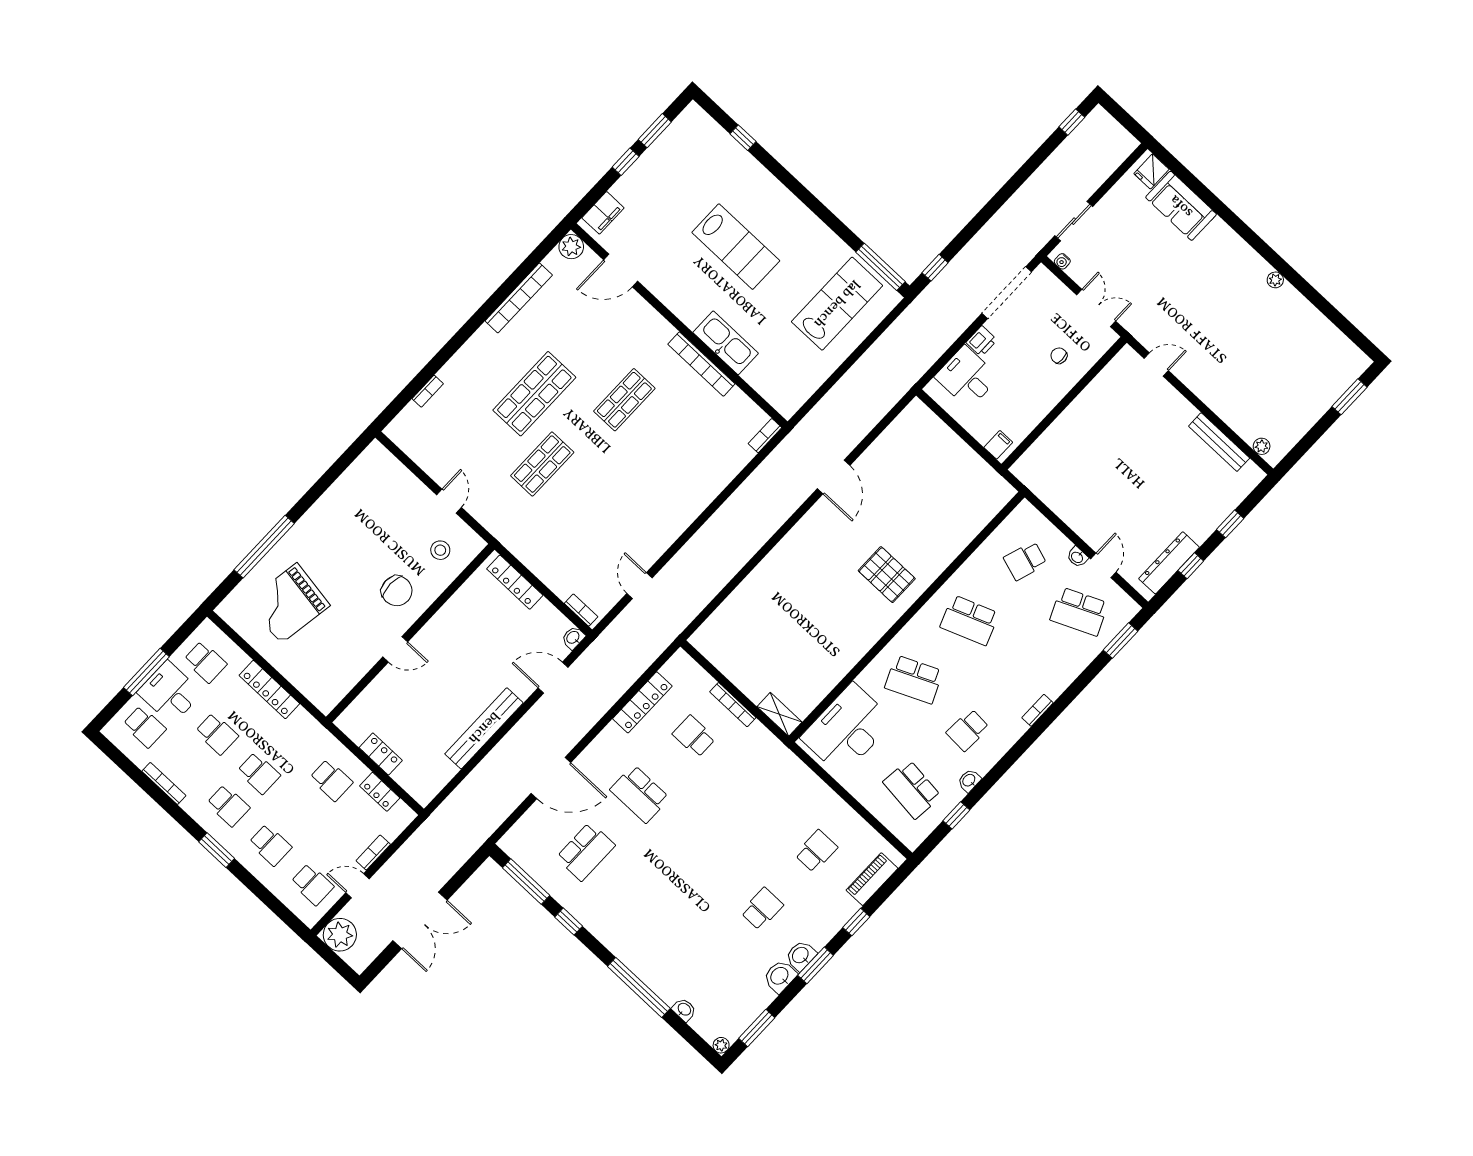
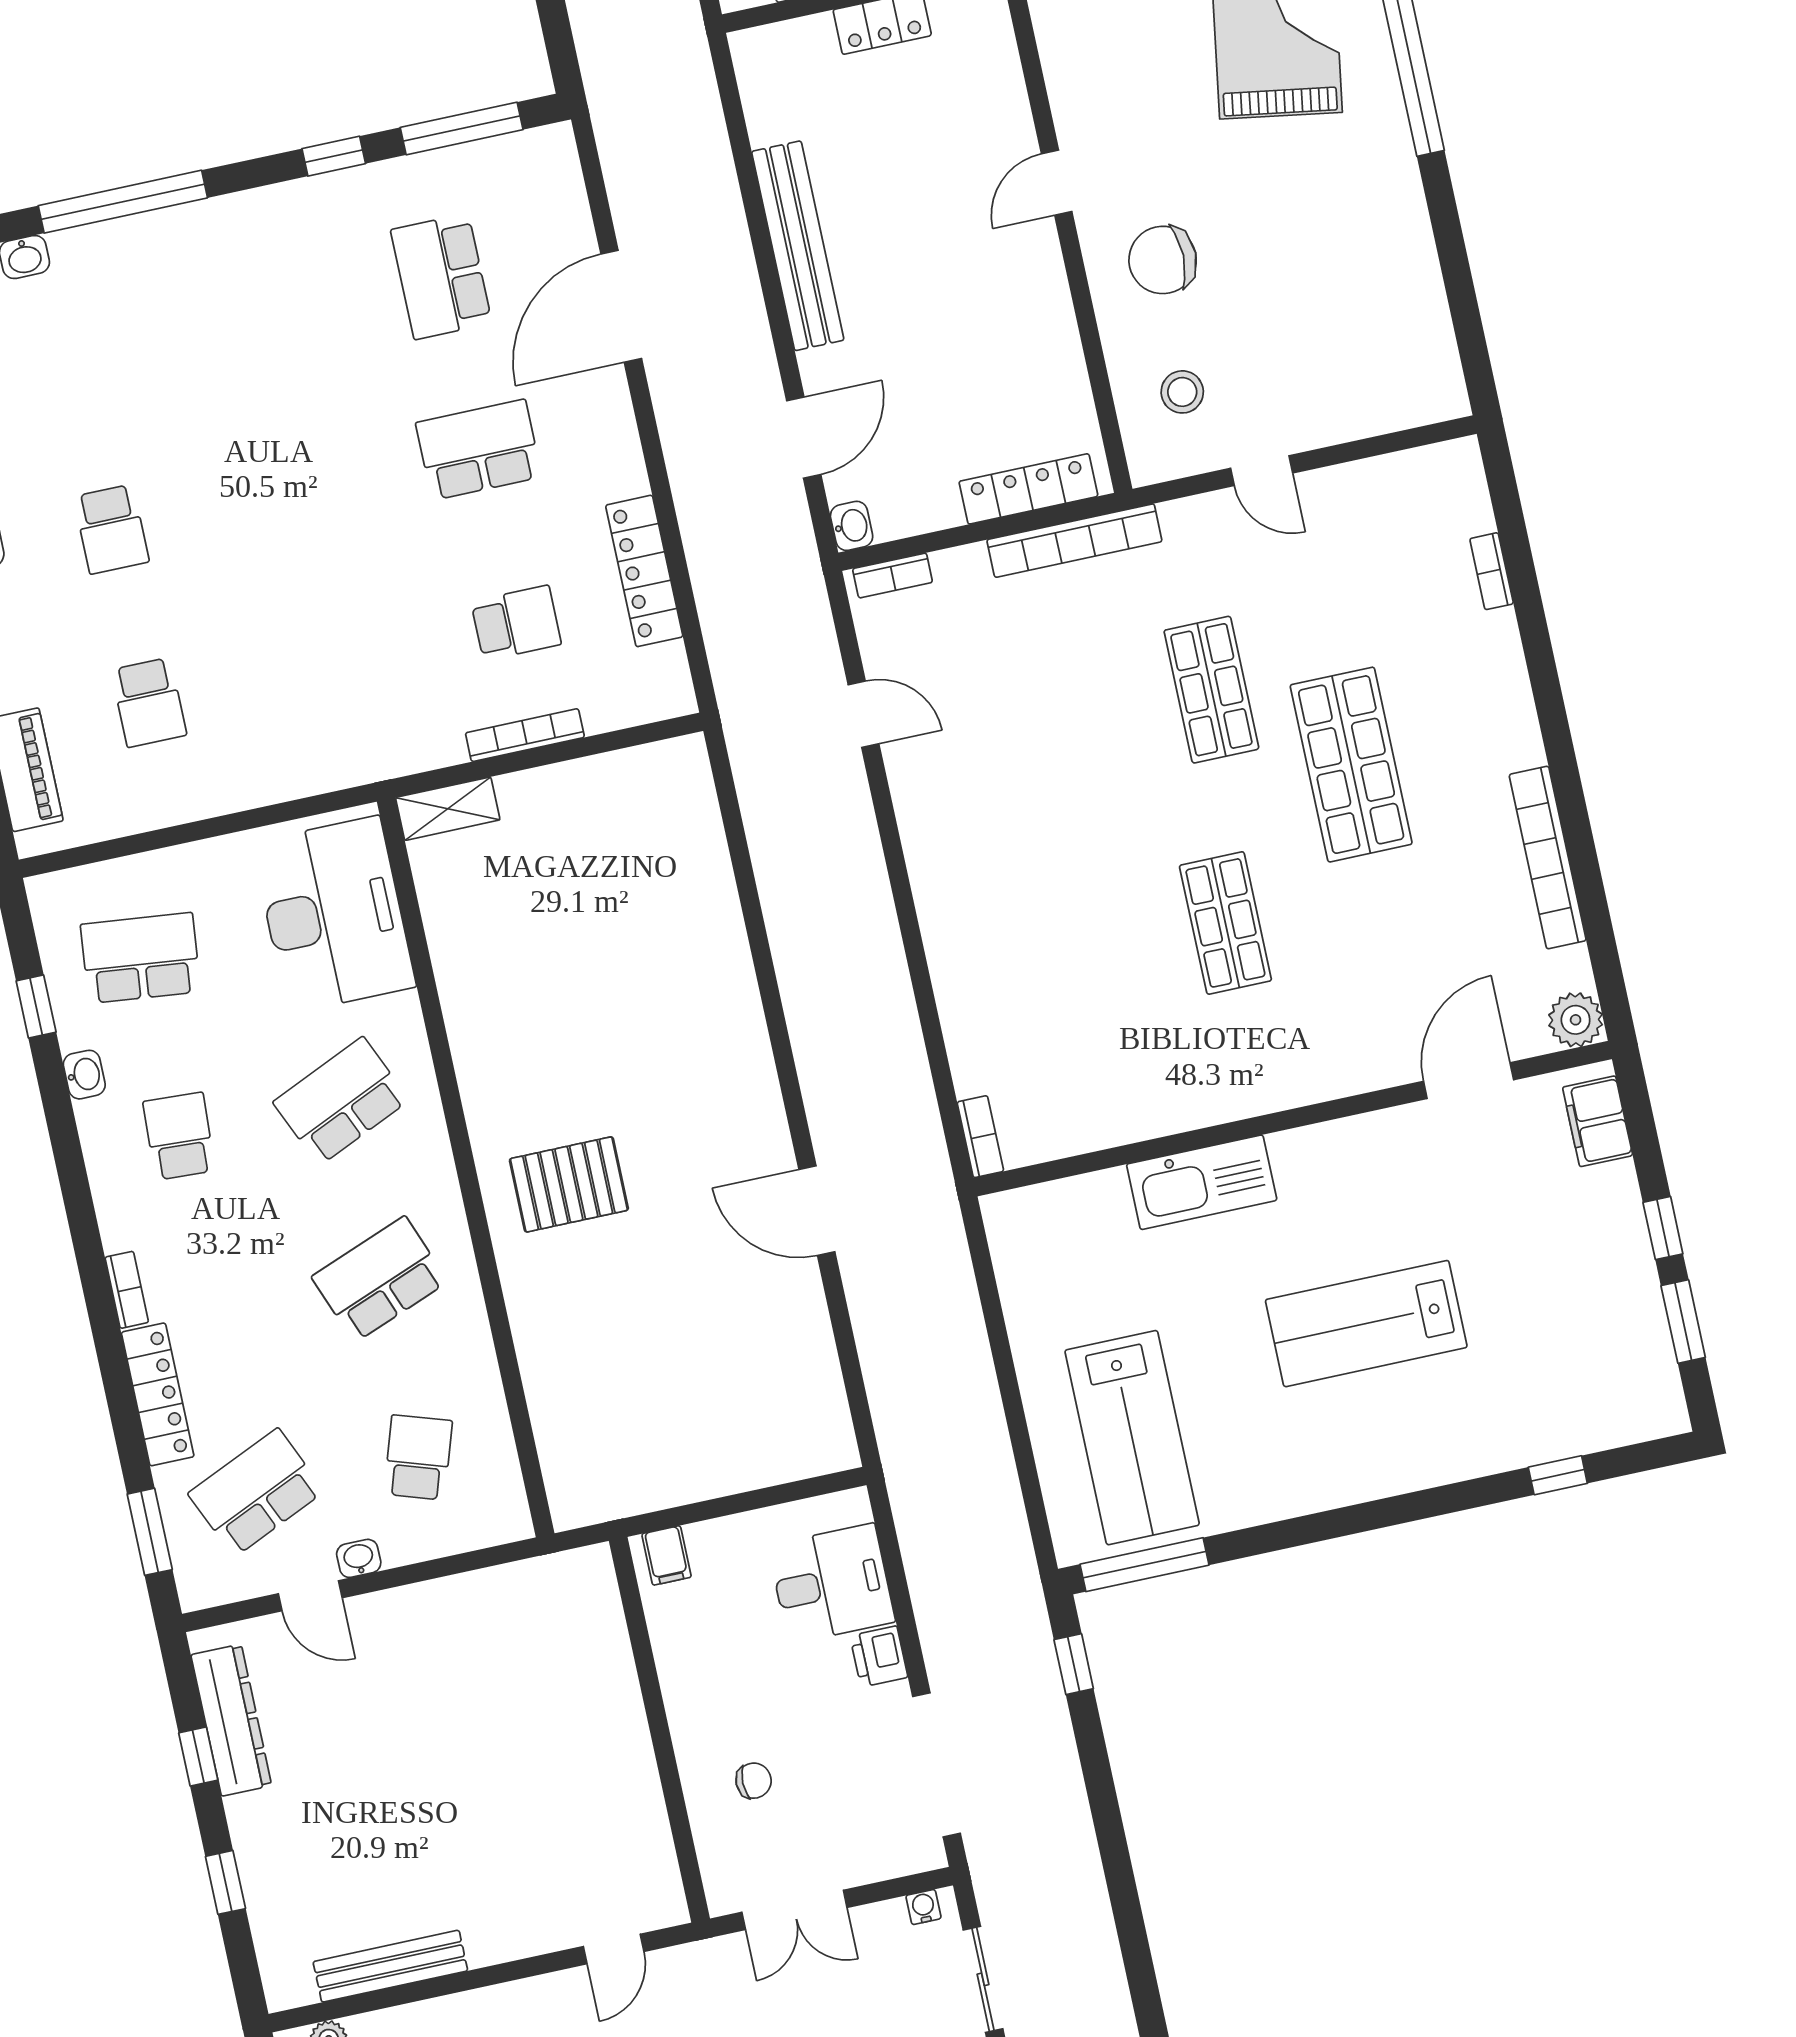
bookcase: (701, 364) -> (1074, 541), moved, turned 180
locker: (1068, 672) -> (158, 1394), added

